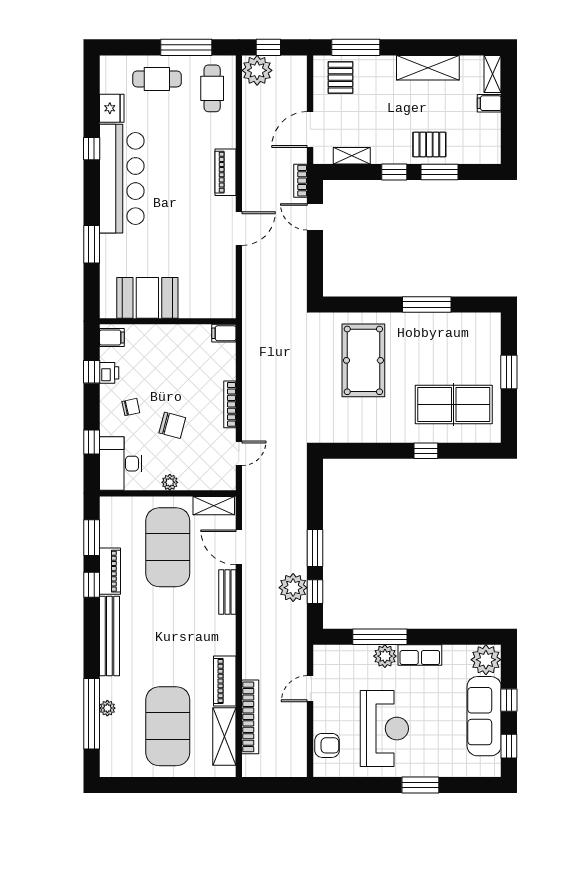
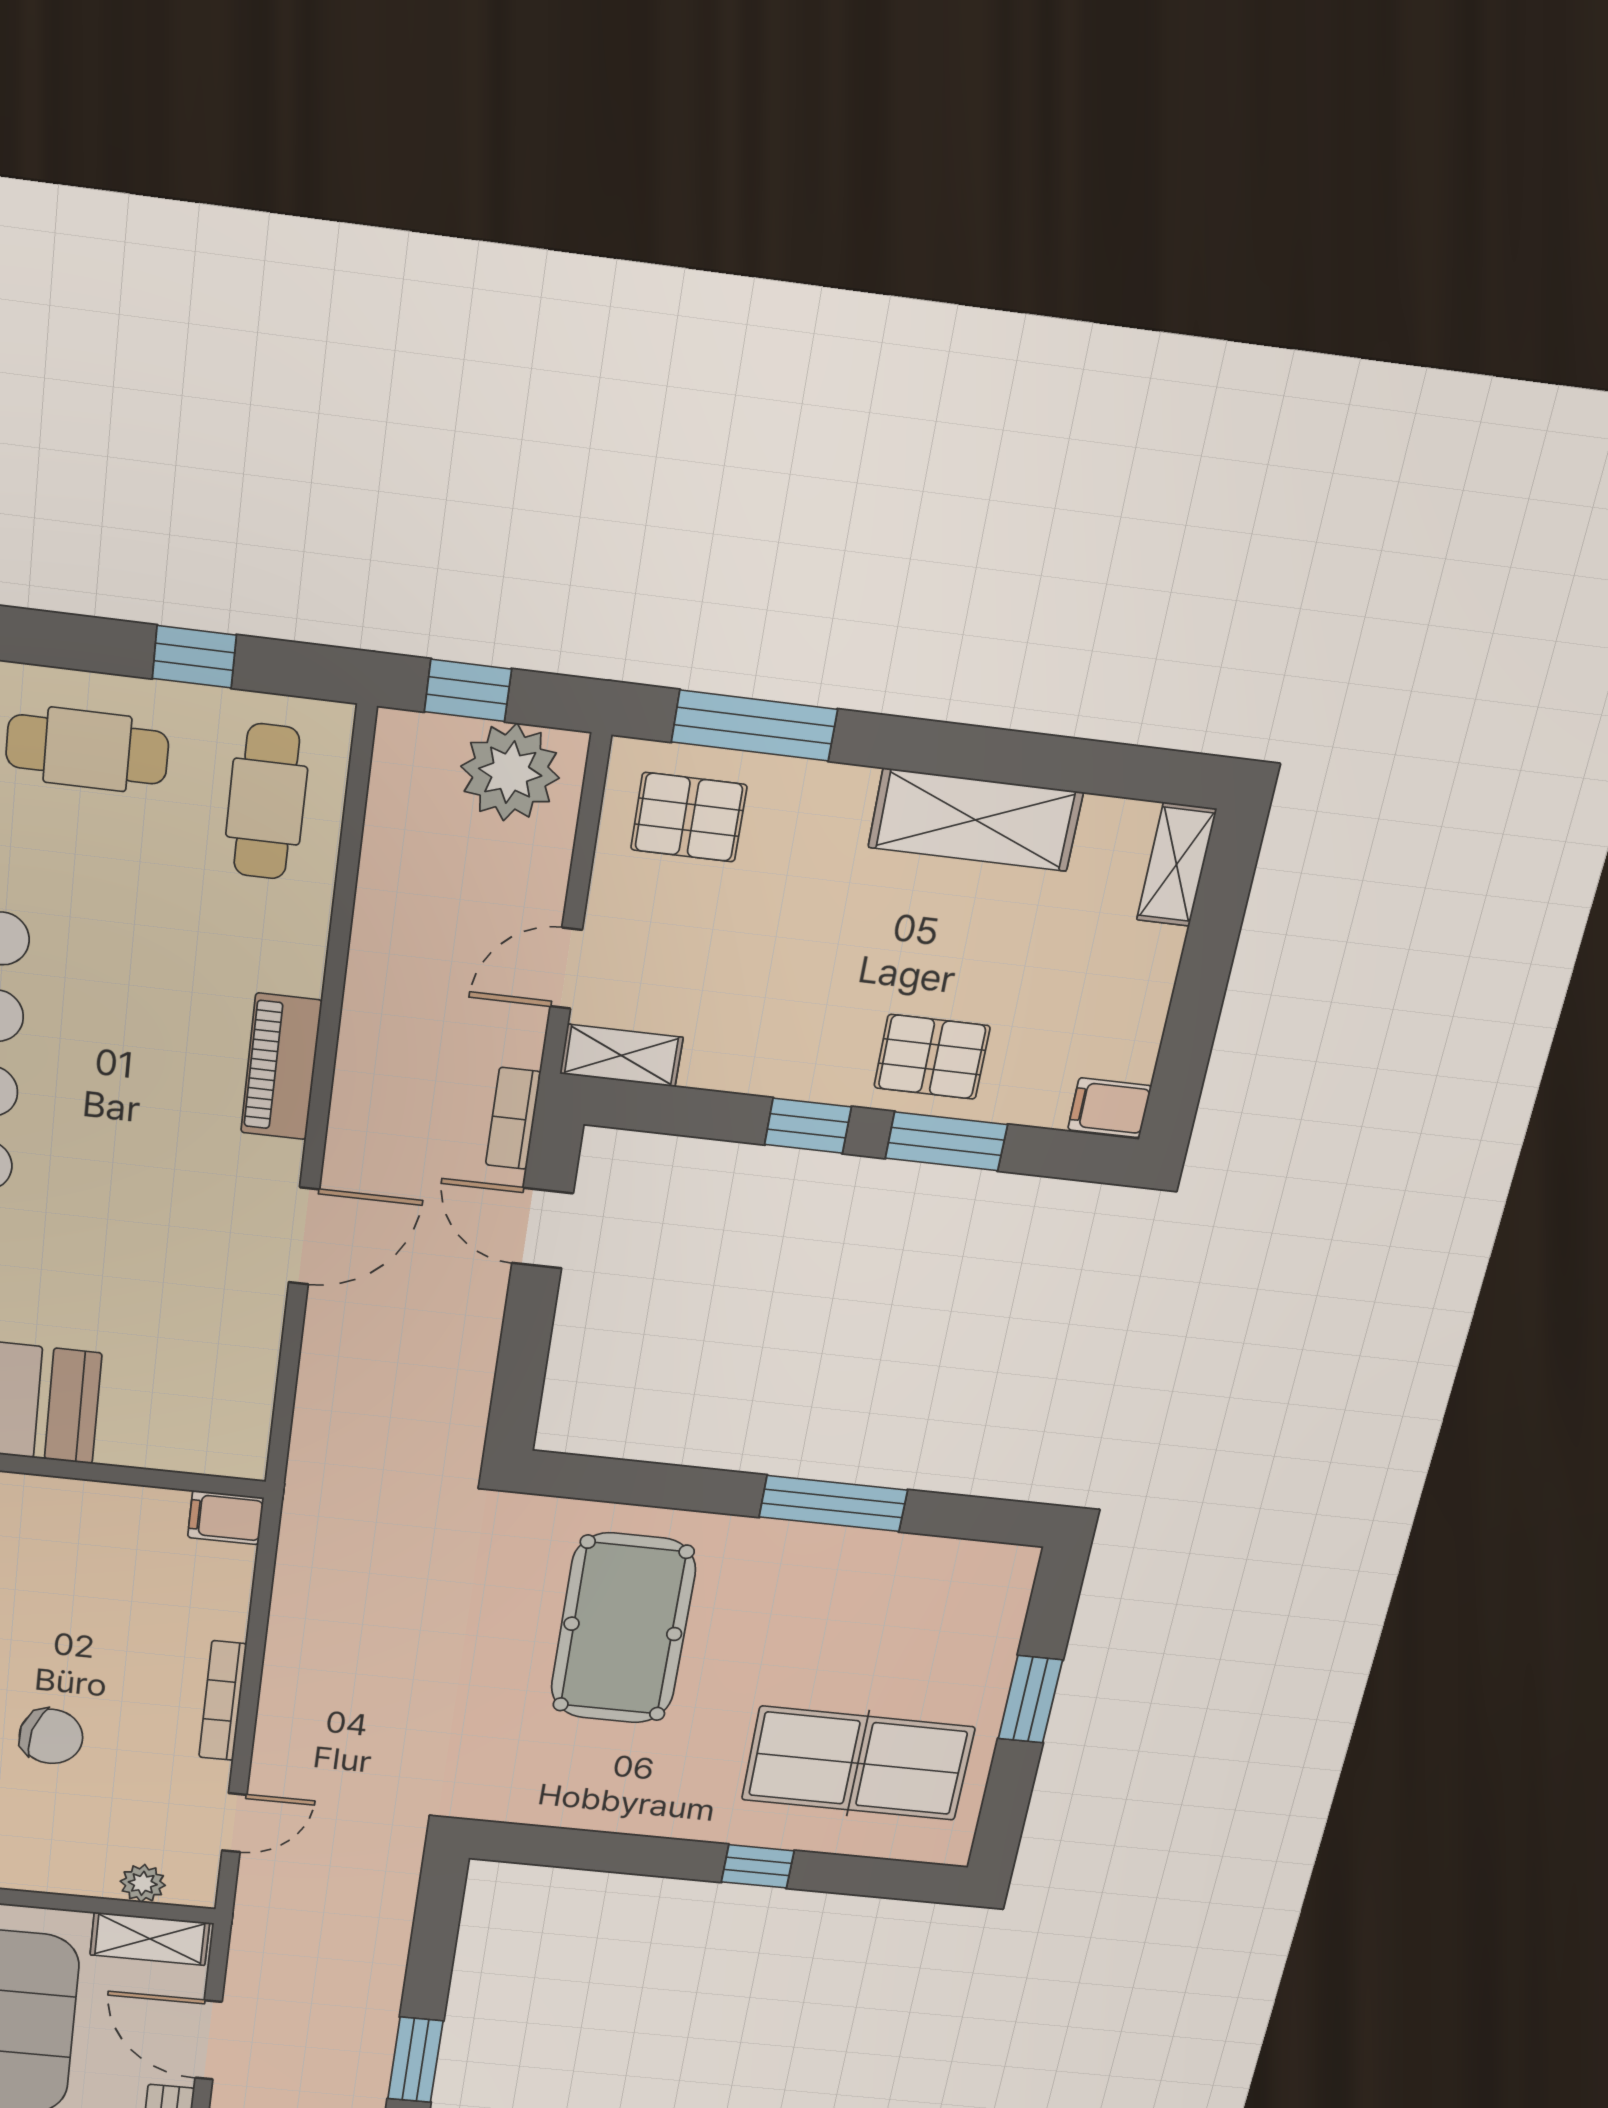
window: (186, 47) -> (194, 657), width x0.46
plant: (257, 70) -> (510, 772), moved
pallet: (340, 78) -> (689, 817), turned 90
filing cabinet: (489, 103) -> (1110, 1108), moved
door: (310, 129) -> (566, 968), width x0.73
shelving: (352, 156) -> (621, 1055), moved
plant: (170, 482) -> (143, 1883), moved

